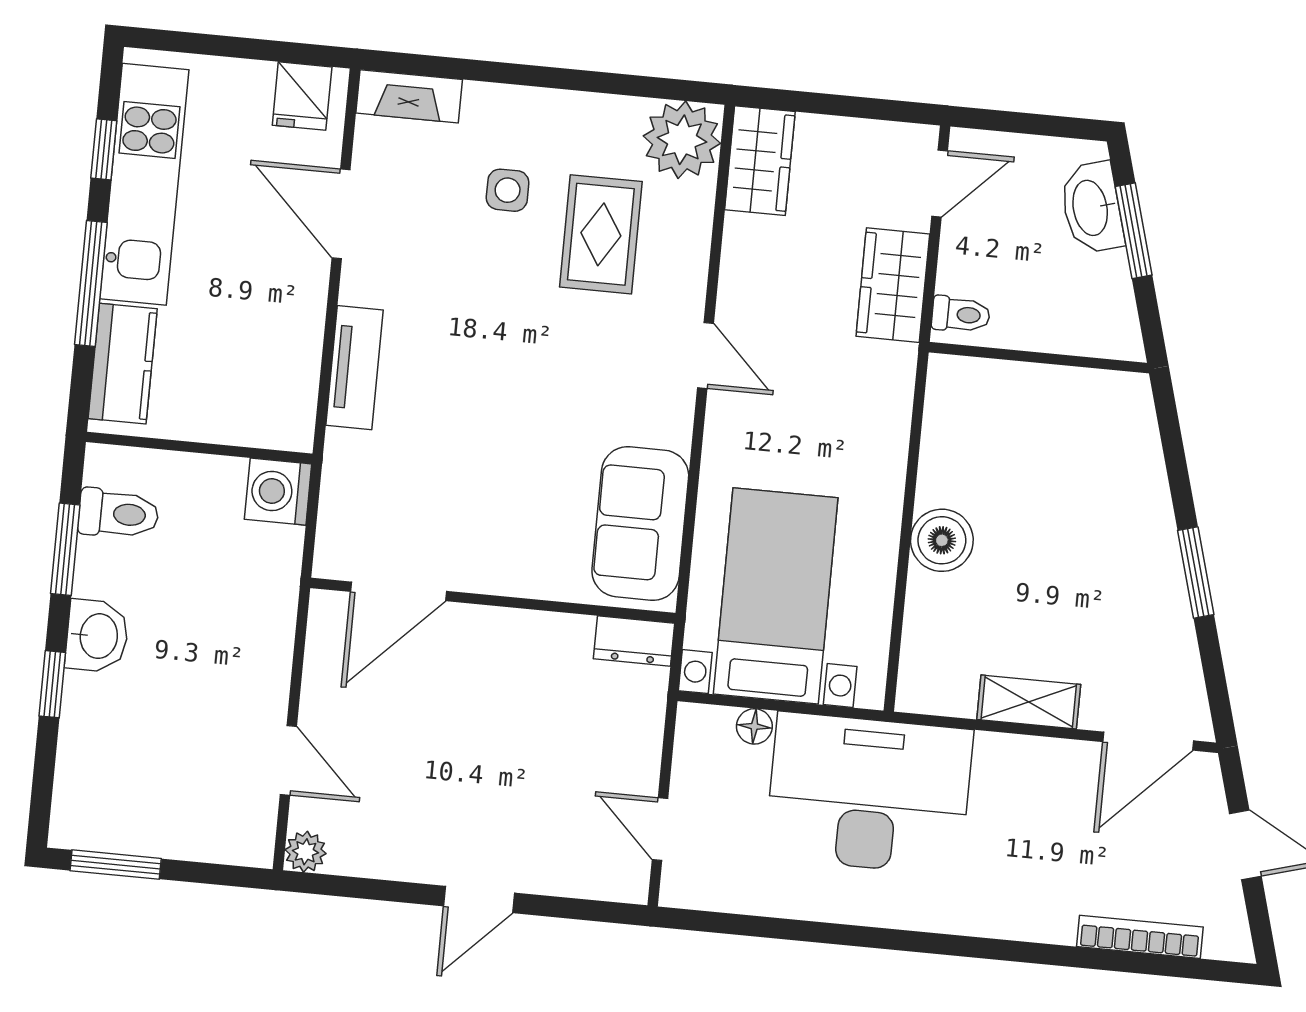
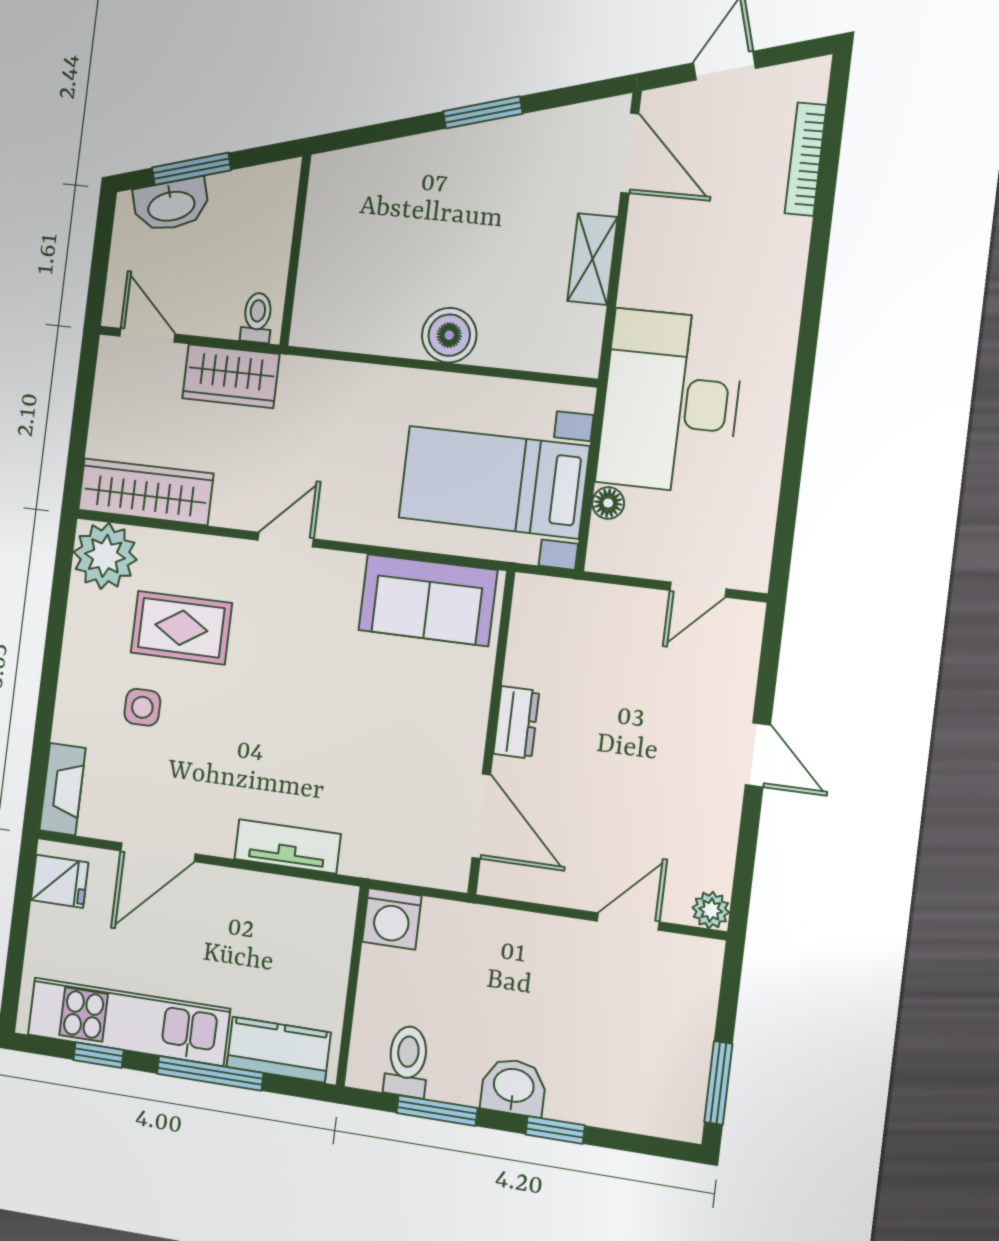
wardrobe: (760, 161) -> (146, 492), width x1.50
dresser: (634, 641) -> (516, 722), moved

